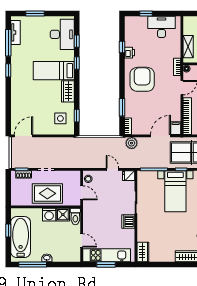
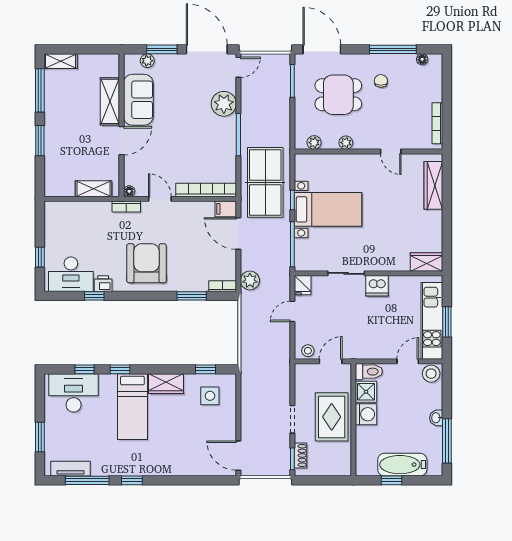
desk: (162, 27) -> (71, 274), moved, turned -90
armchair: (142, 79) -> (146, 263), turned 90
bathtub: (21, 237) -> (402, 465), width x0.73, depth x0.73
stool: (74, 255) -> (431, 374), added

